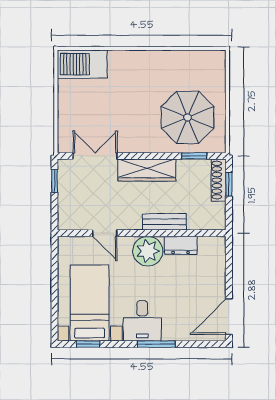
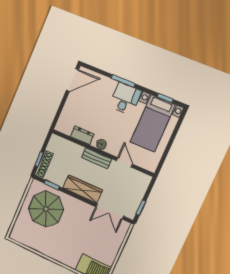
bench: (164, 222) -> (97, 158), moved
plant: (148, 251) -> (101, 144), width x0.53, depth x0.53

